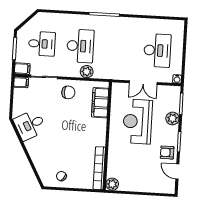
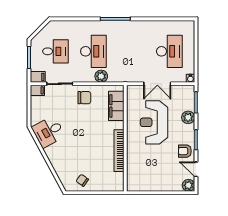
bookcase: (99, 168) -> (119, 151), moved
plant: (112, 184) -> (188, 185), moved

